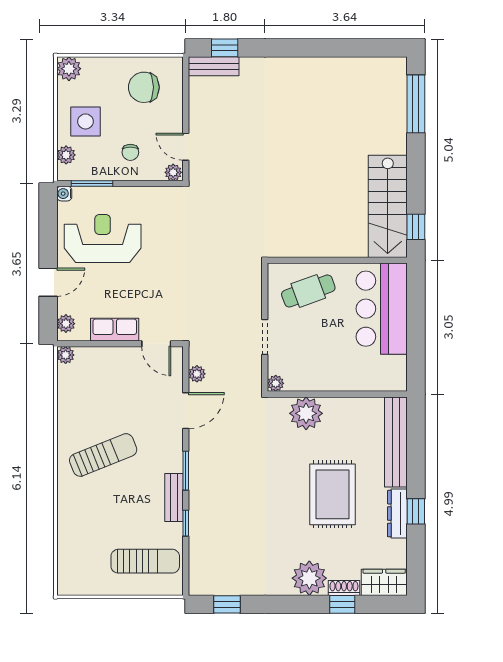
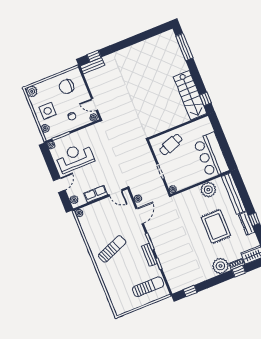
bar counter: (382, 309) -> (211, 155), moved
plant: (306, 413) -> (208, 190), moved

